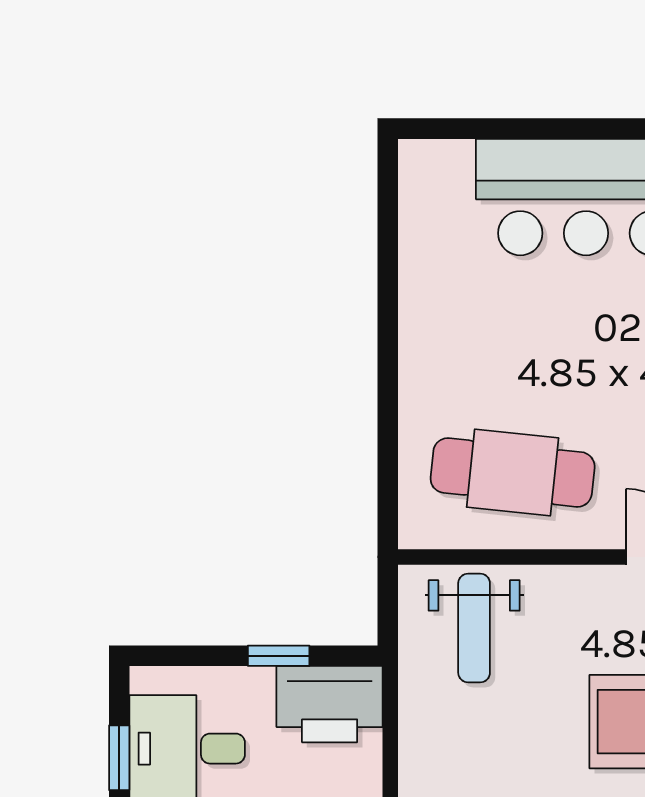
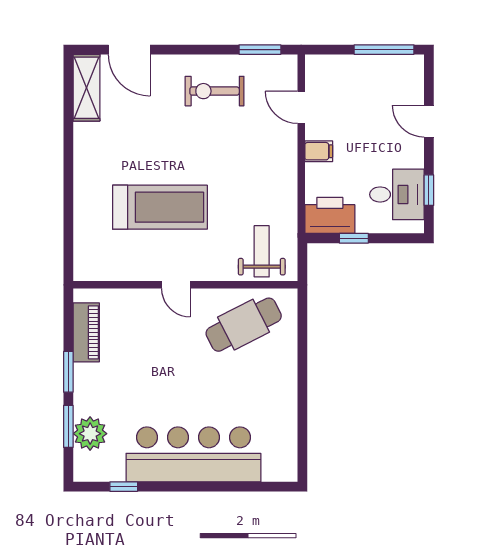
cafe table: (513, 472) -> (244, 325), turned -33

